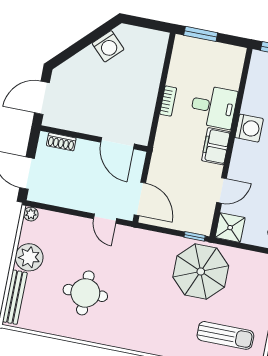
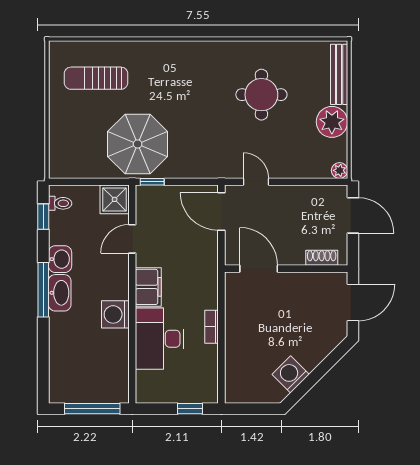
window: (201, 34) -> (190, 409), width x0.67
desk: (214, 107) -> (160, 339), width x1.37

